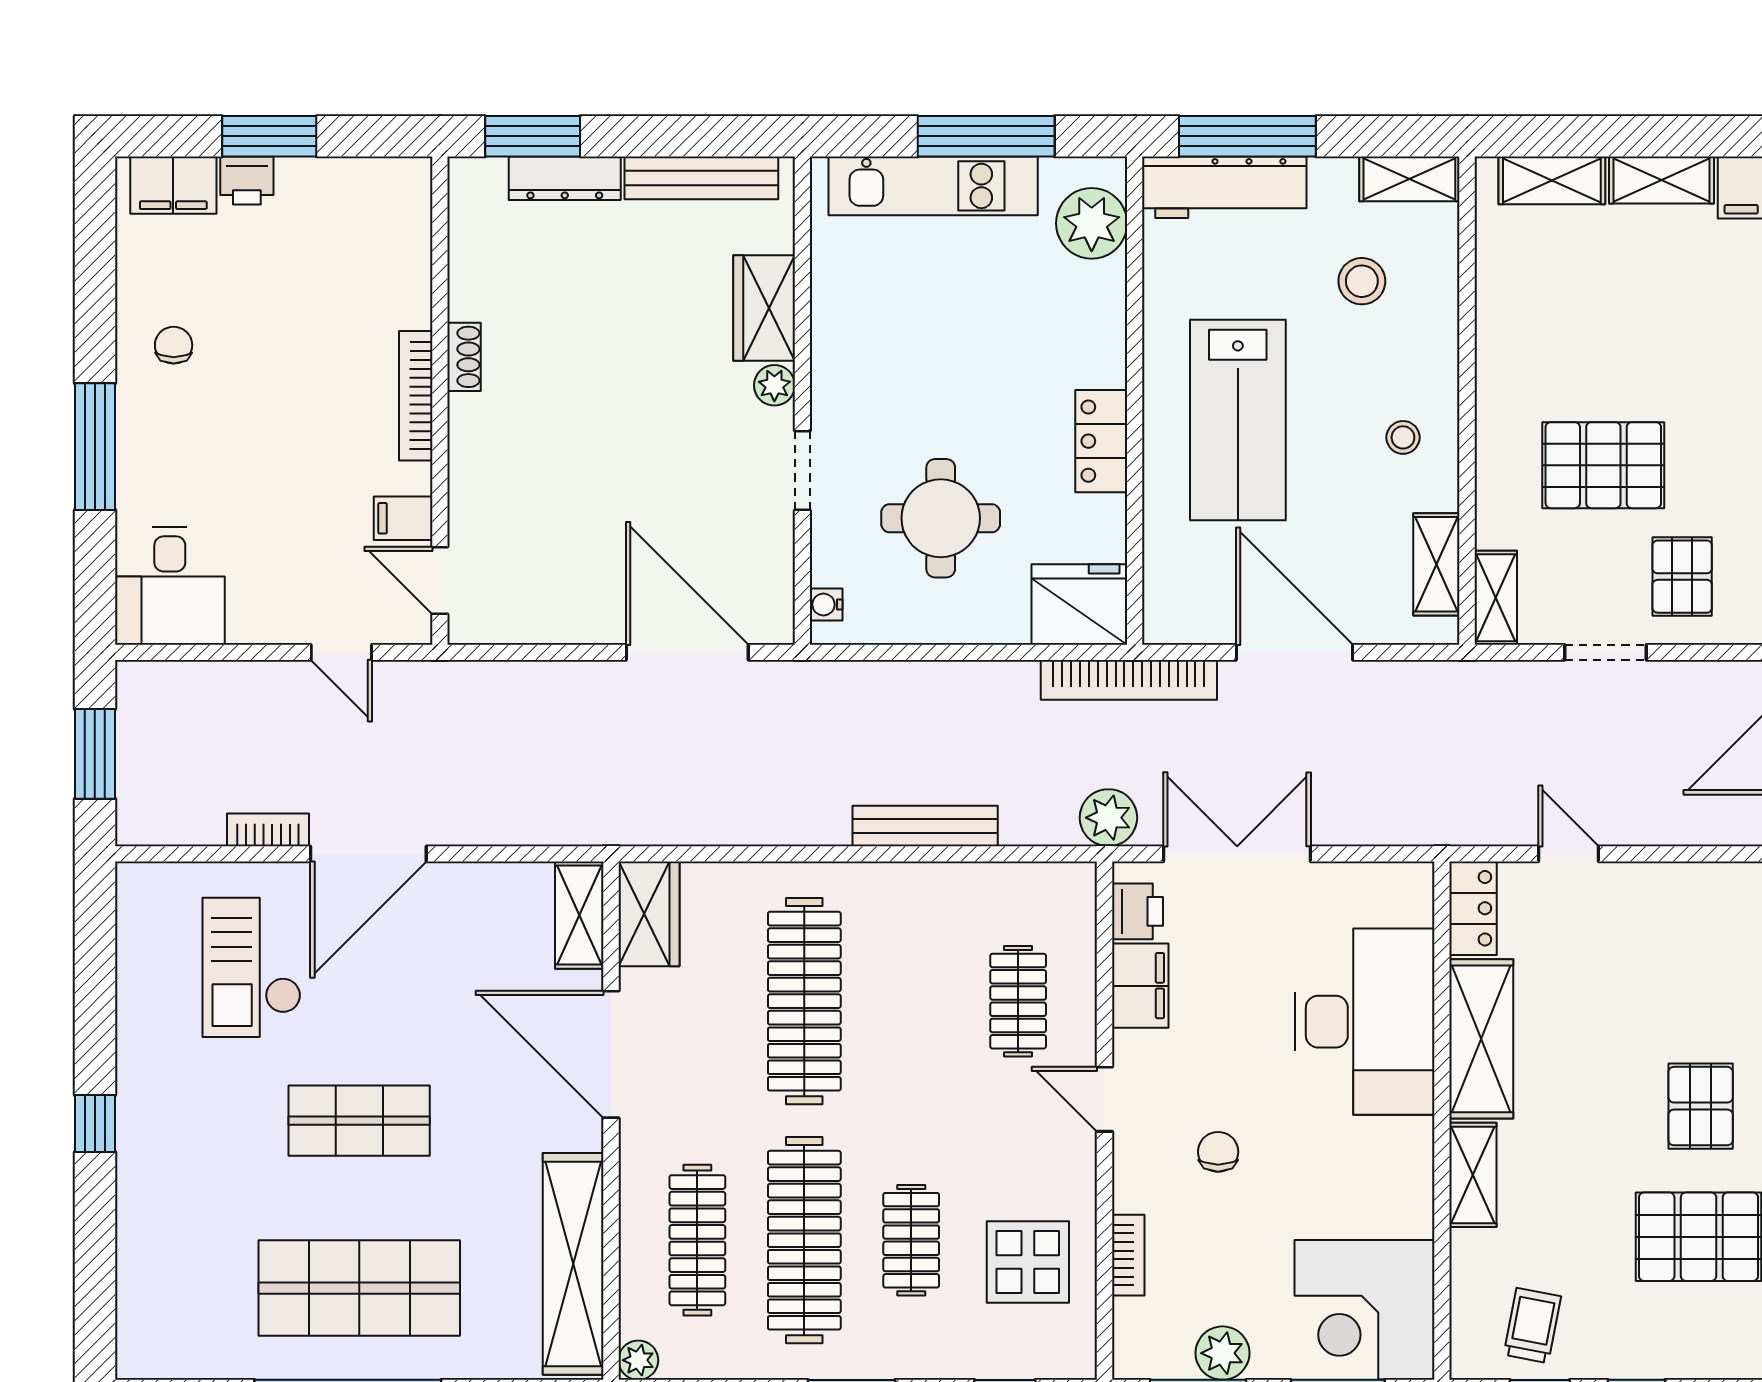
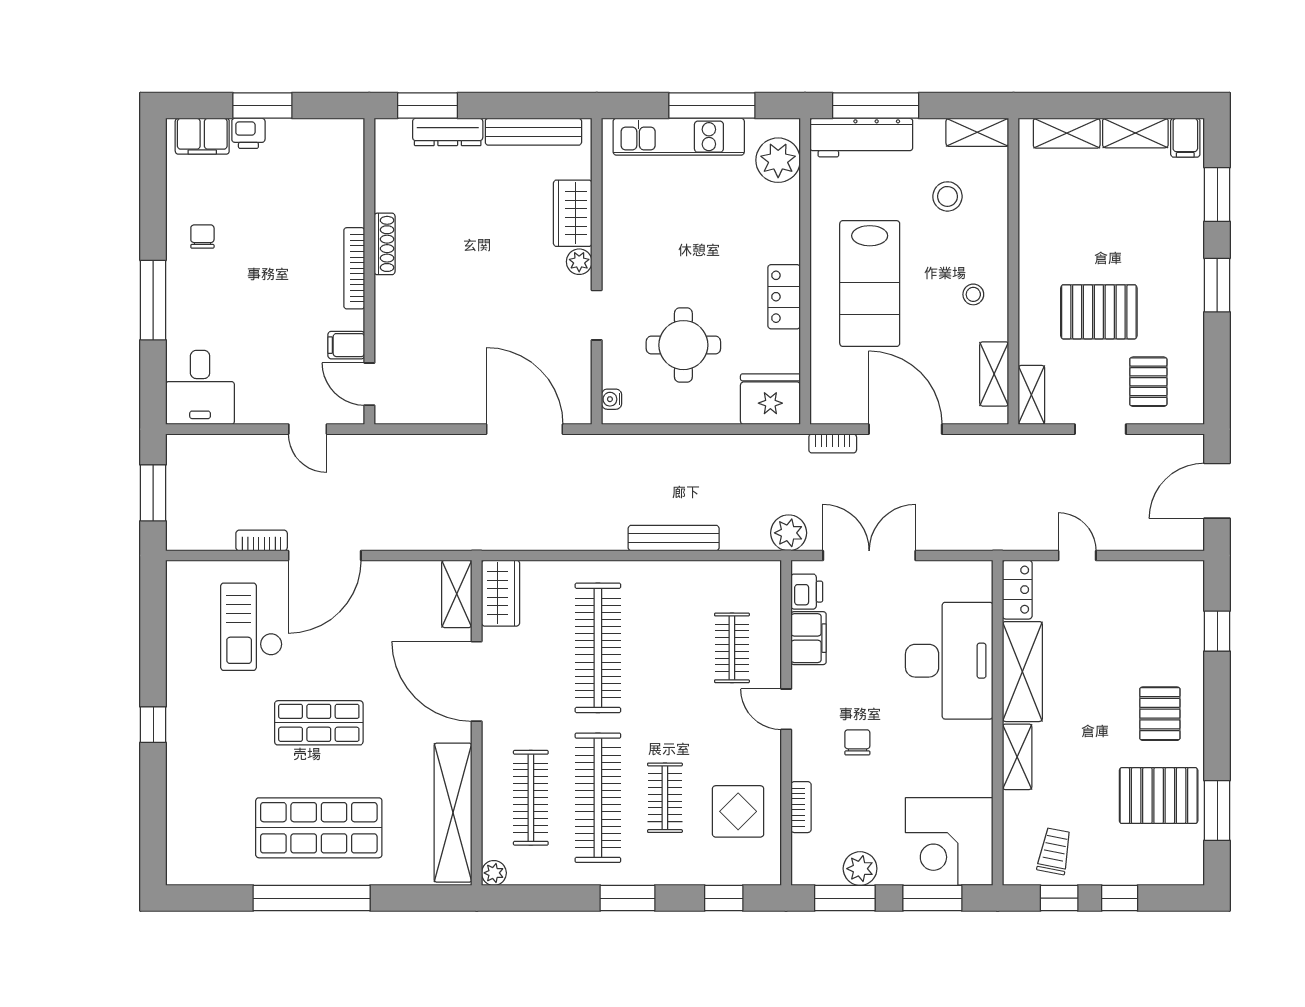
shoe rack: (464, 357) -> (385, 244), width x1.43
bookcase: (1129, 680) -> (833, 443), width x0.43, depth x0.76

